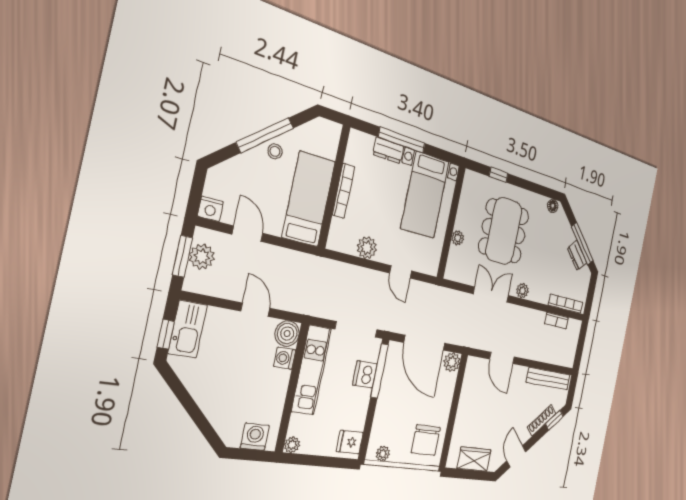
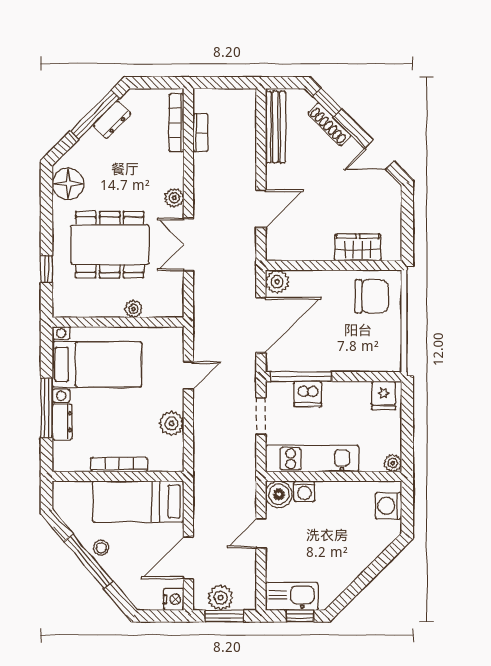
floor lamp: (553, 206) -> (68, 184), width x1.89, depth x1.89
door: (247, 234) -> (188, 558), width x1.38
doorway: (356, 329) -> (261, 416), width x0.73
plant: (383, 454) -> (393, 350), removed
wardrobe: (474, 459) -> (358, 247), moved, turned 90

